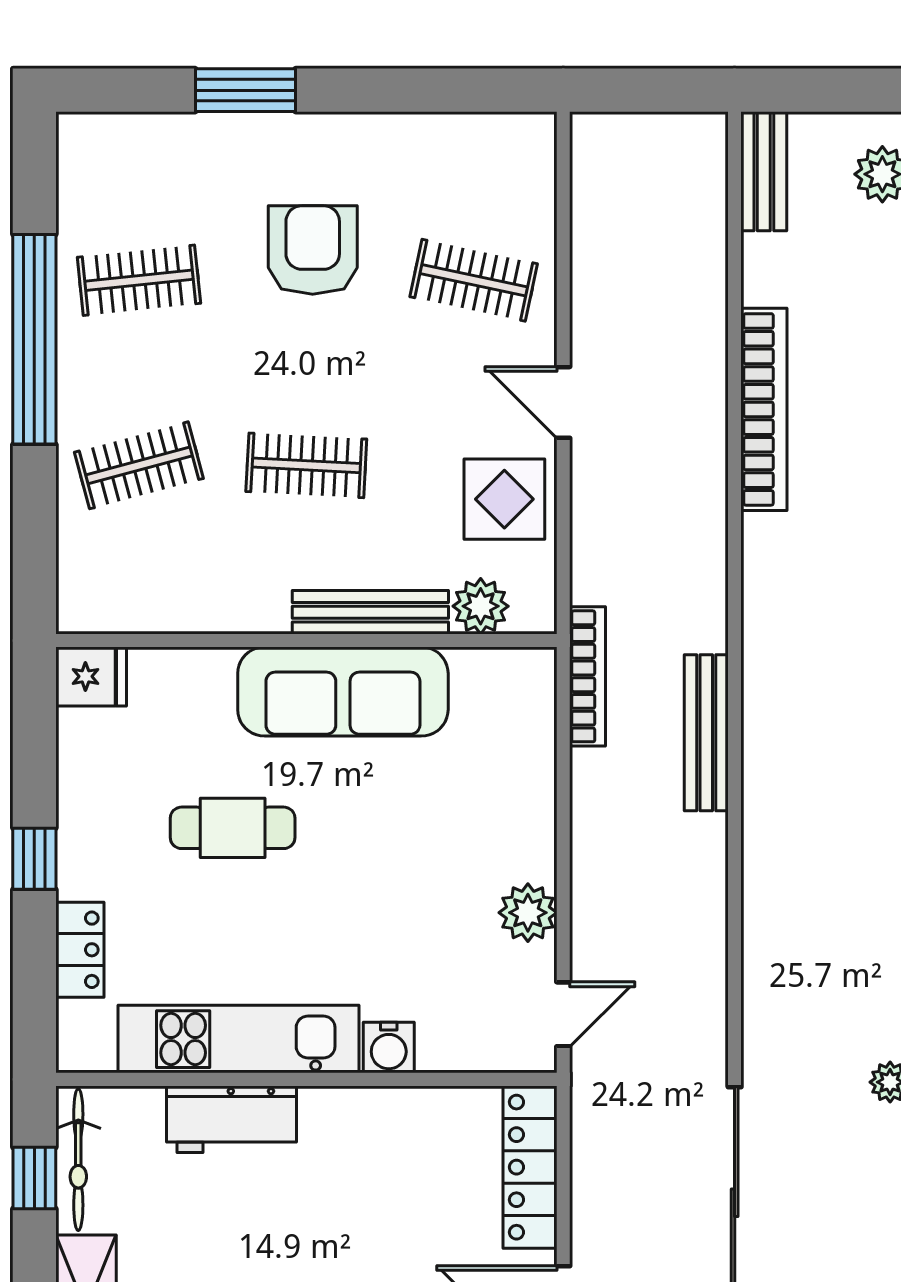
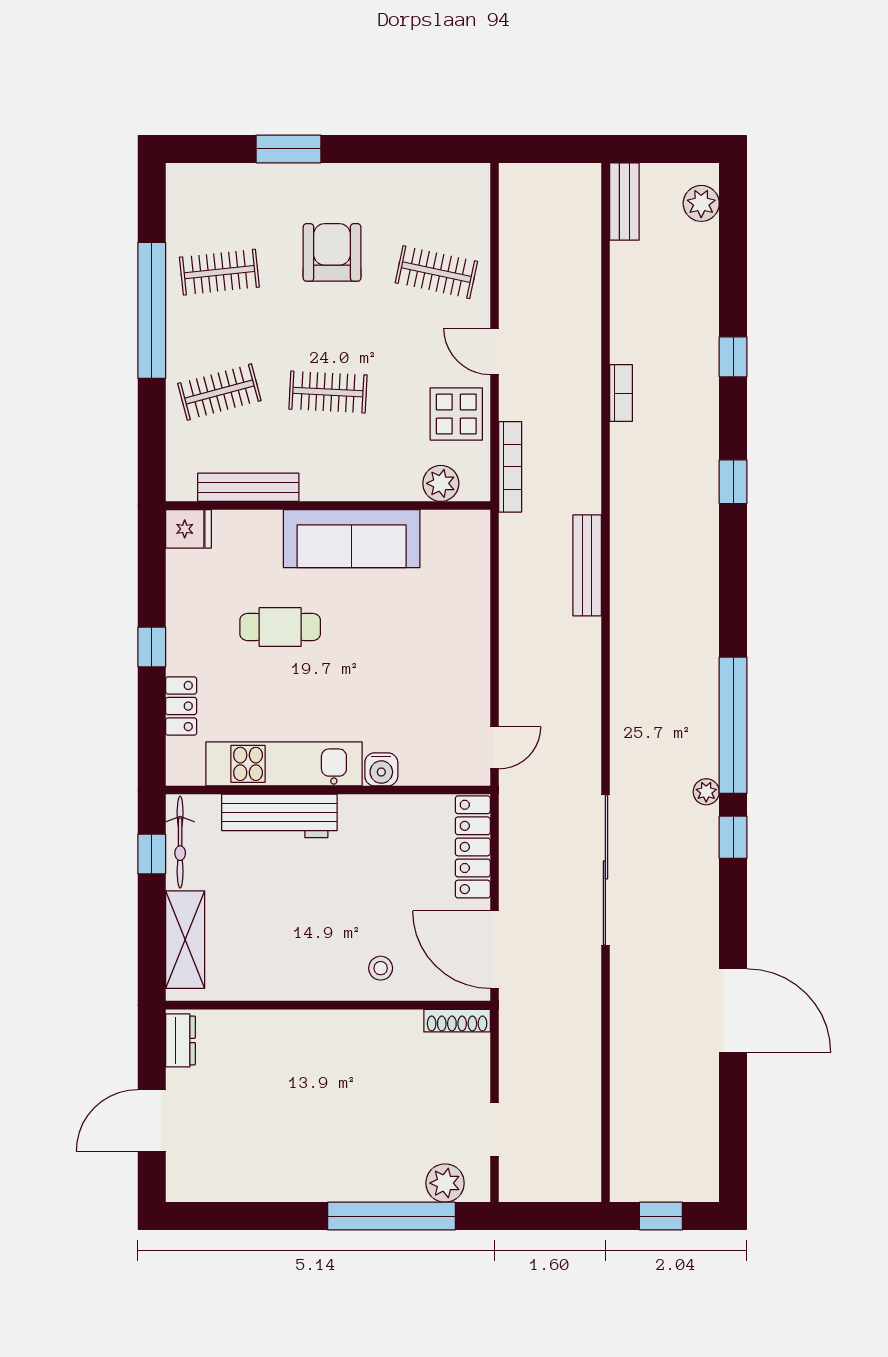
bookcase: (764, 409) -> (621, 393), width x0.43, depth x0.76
bench: (370, 612) -> (248, 487), moved
bookcase: (588, 676) -> (510, 467), moved
plant: (528, 913) -> (471, 682), removed
workbench: (231, 1119) -> (279, 816), width x1.38

